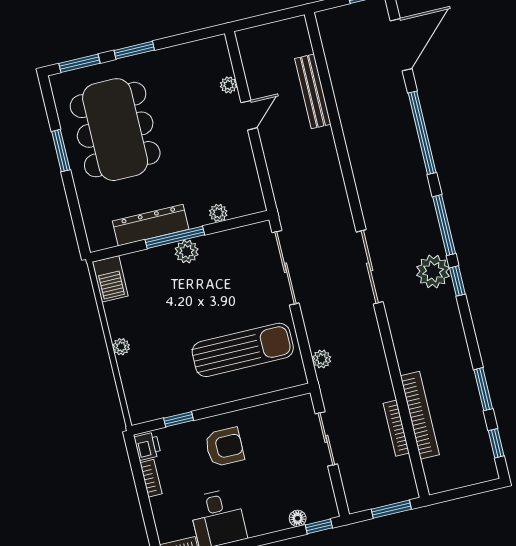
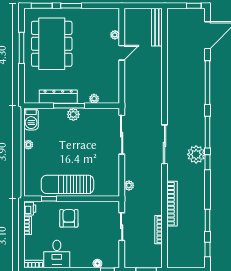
bench: (313, 91) -> (157, 27), moved
window: (61, 151) -> (22, 48), width x1.44
plant: (121, 347) -> (28, 145), moved
sun lounger: (243, 350) -> (67, 184), moved, turned 180
bookcase: (420, 415) -> (172, 204), moved
armchair: (224, 447) -> (69, 218), turned -90

